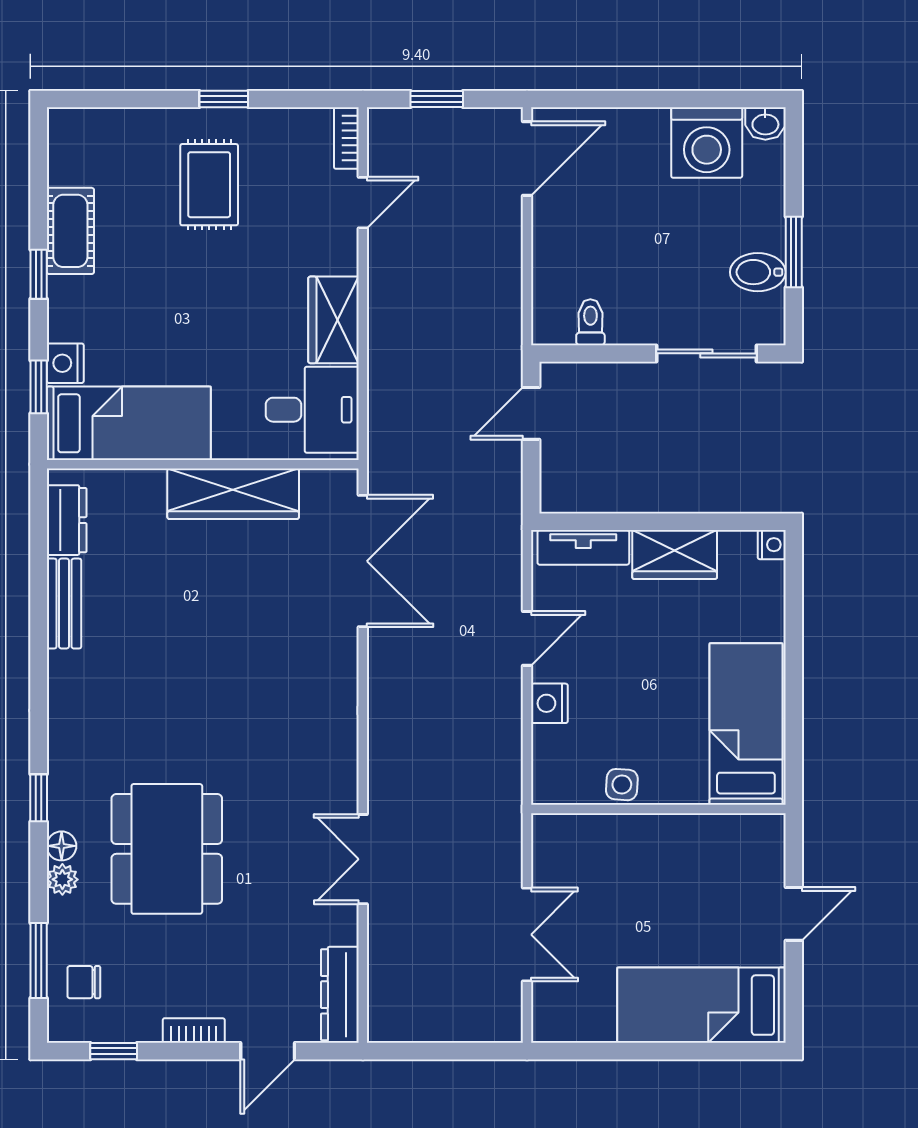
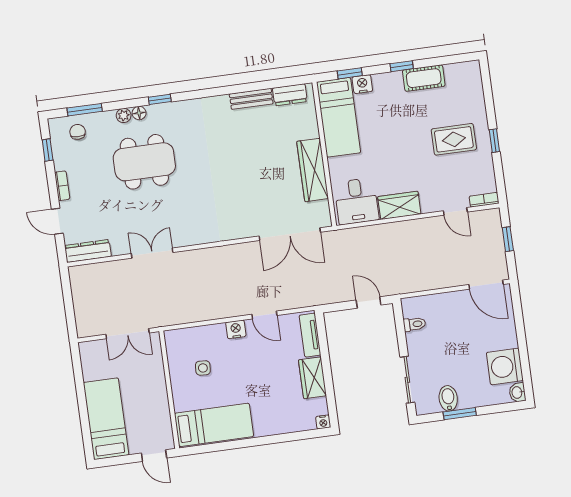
bed: (746, 724) -> (214, 425), moved
wall: (658, 809) -> (169, 390), moved

